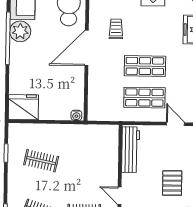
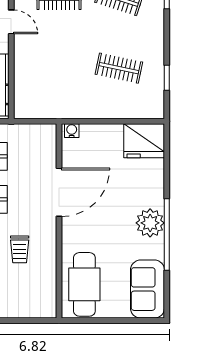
plant: (20, 31) -> (150, 223), moved
door: (87, 48) -> (59, 192), moved

